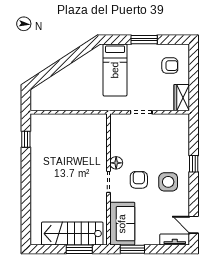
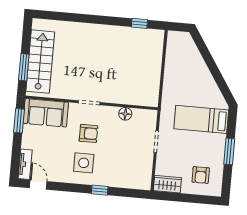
floor lamp: (116, 163) -> (125, 114), moved
door: (194, 225) -> (38, 185), hinge flipped

